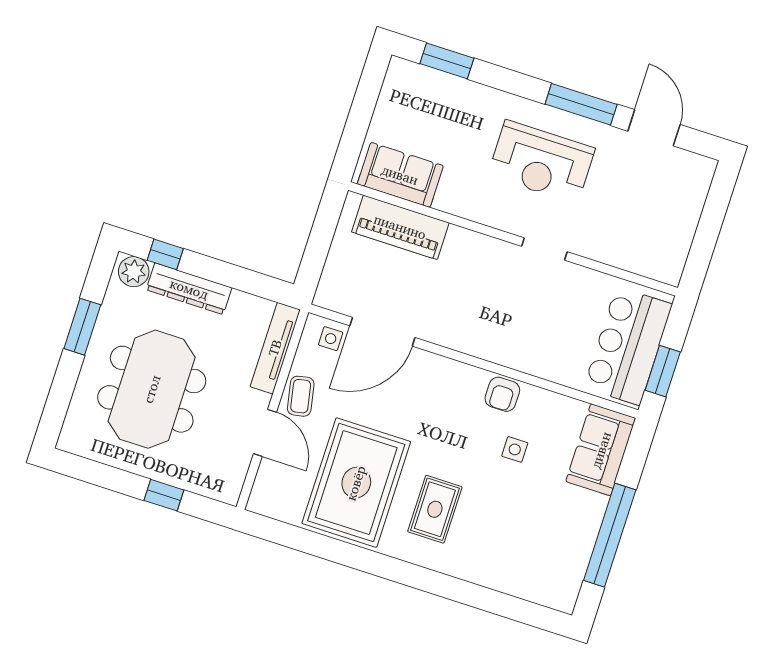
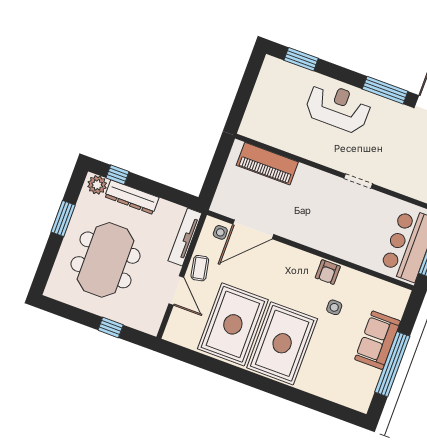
reception desk: (541, 162) -> (338, 107), moved, turned 180
sofa: (400, 175) -> (269, 130), removed
sofa: (601, 450) -> (378, 340), moved
rug: (435, 509) -> (282, 343), width x1.86, depth x2.06

